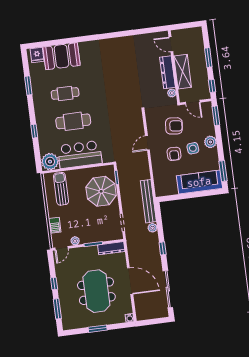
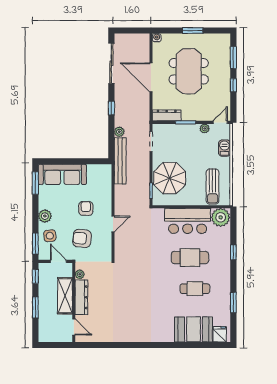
side table: (193, 148) -> (50, 236), moved

